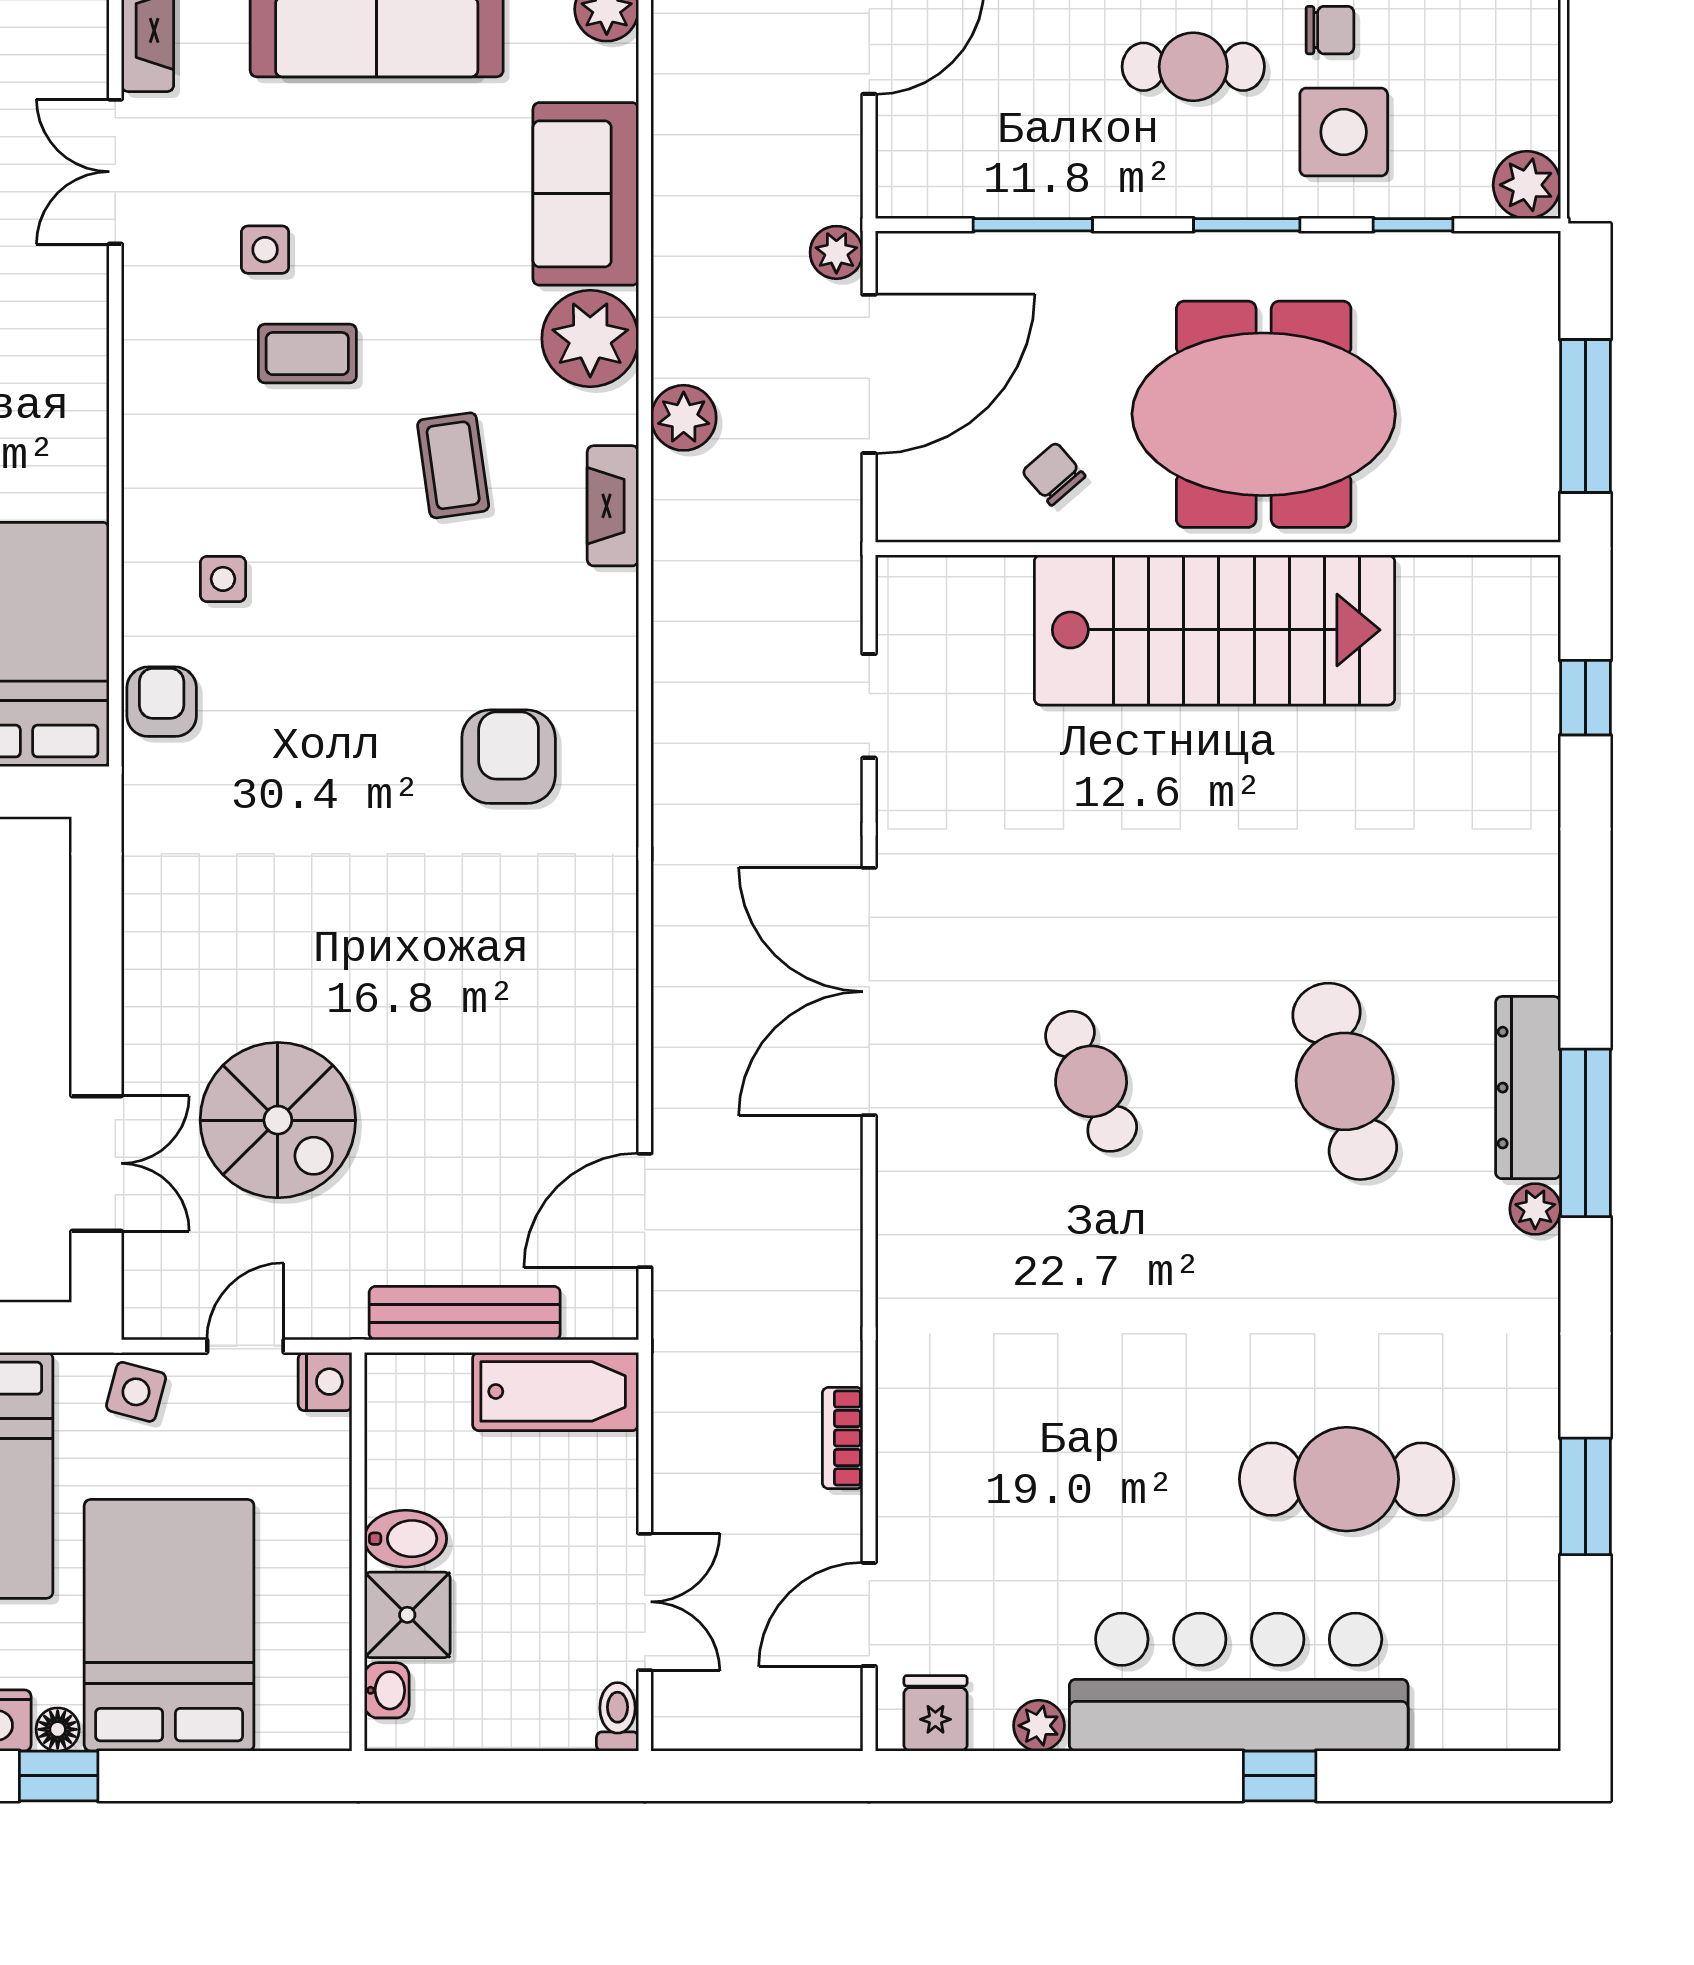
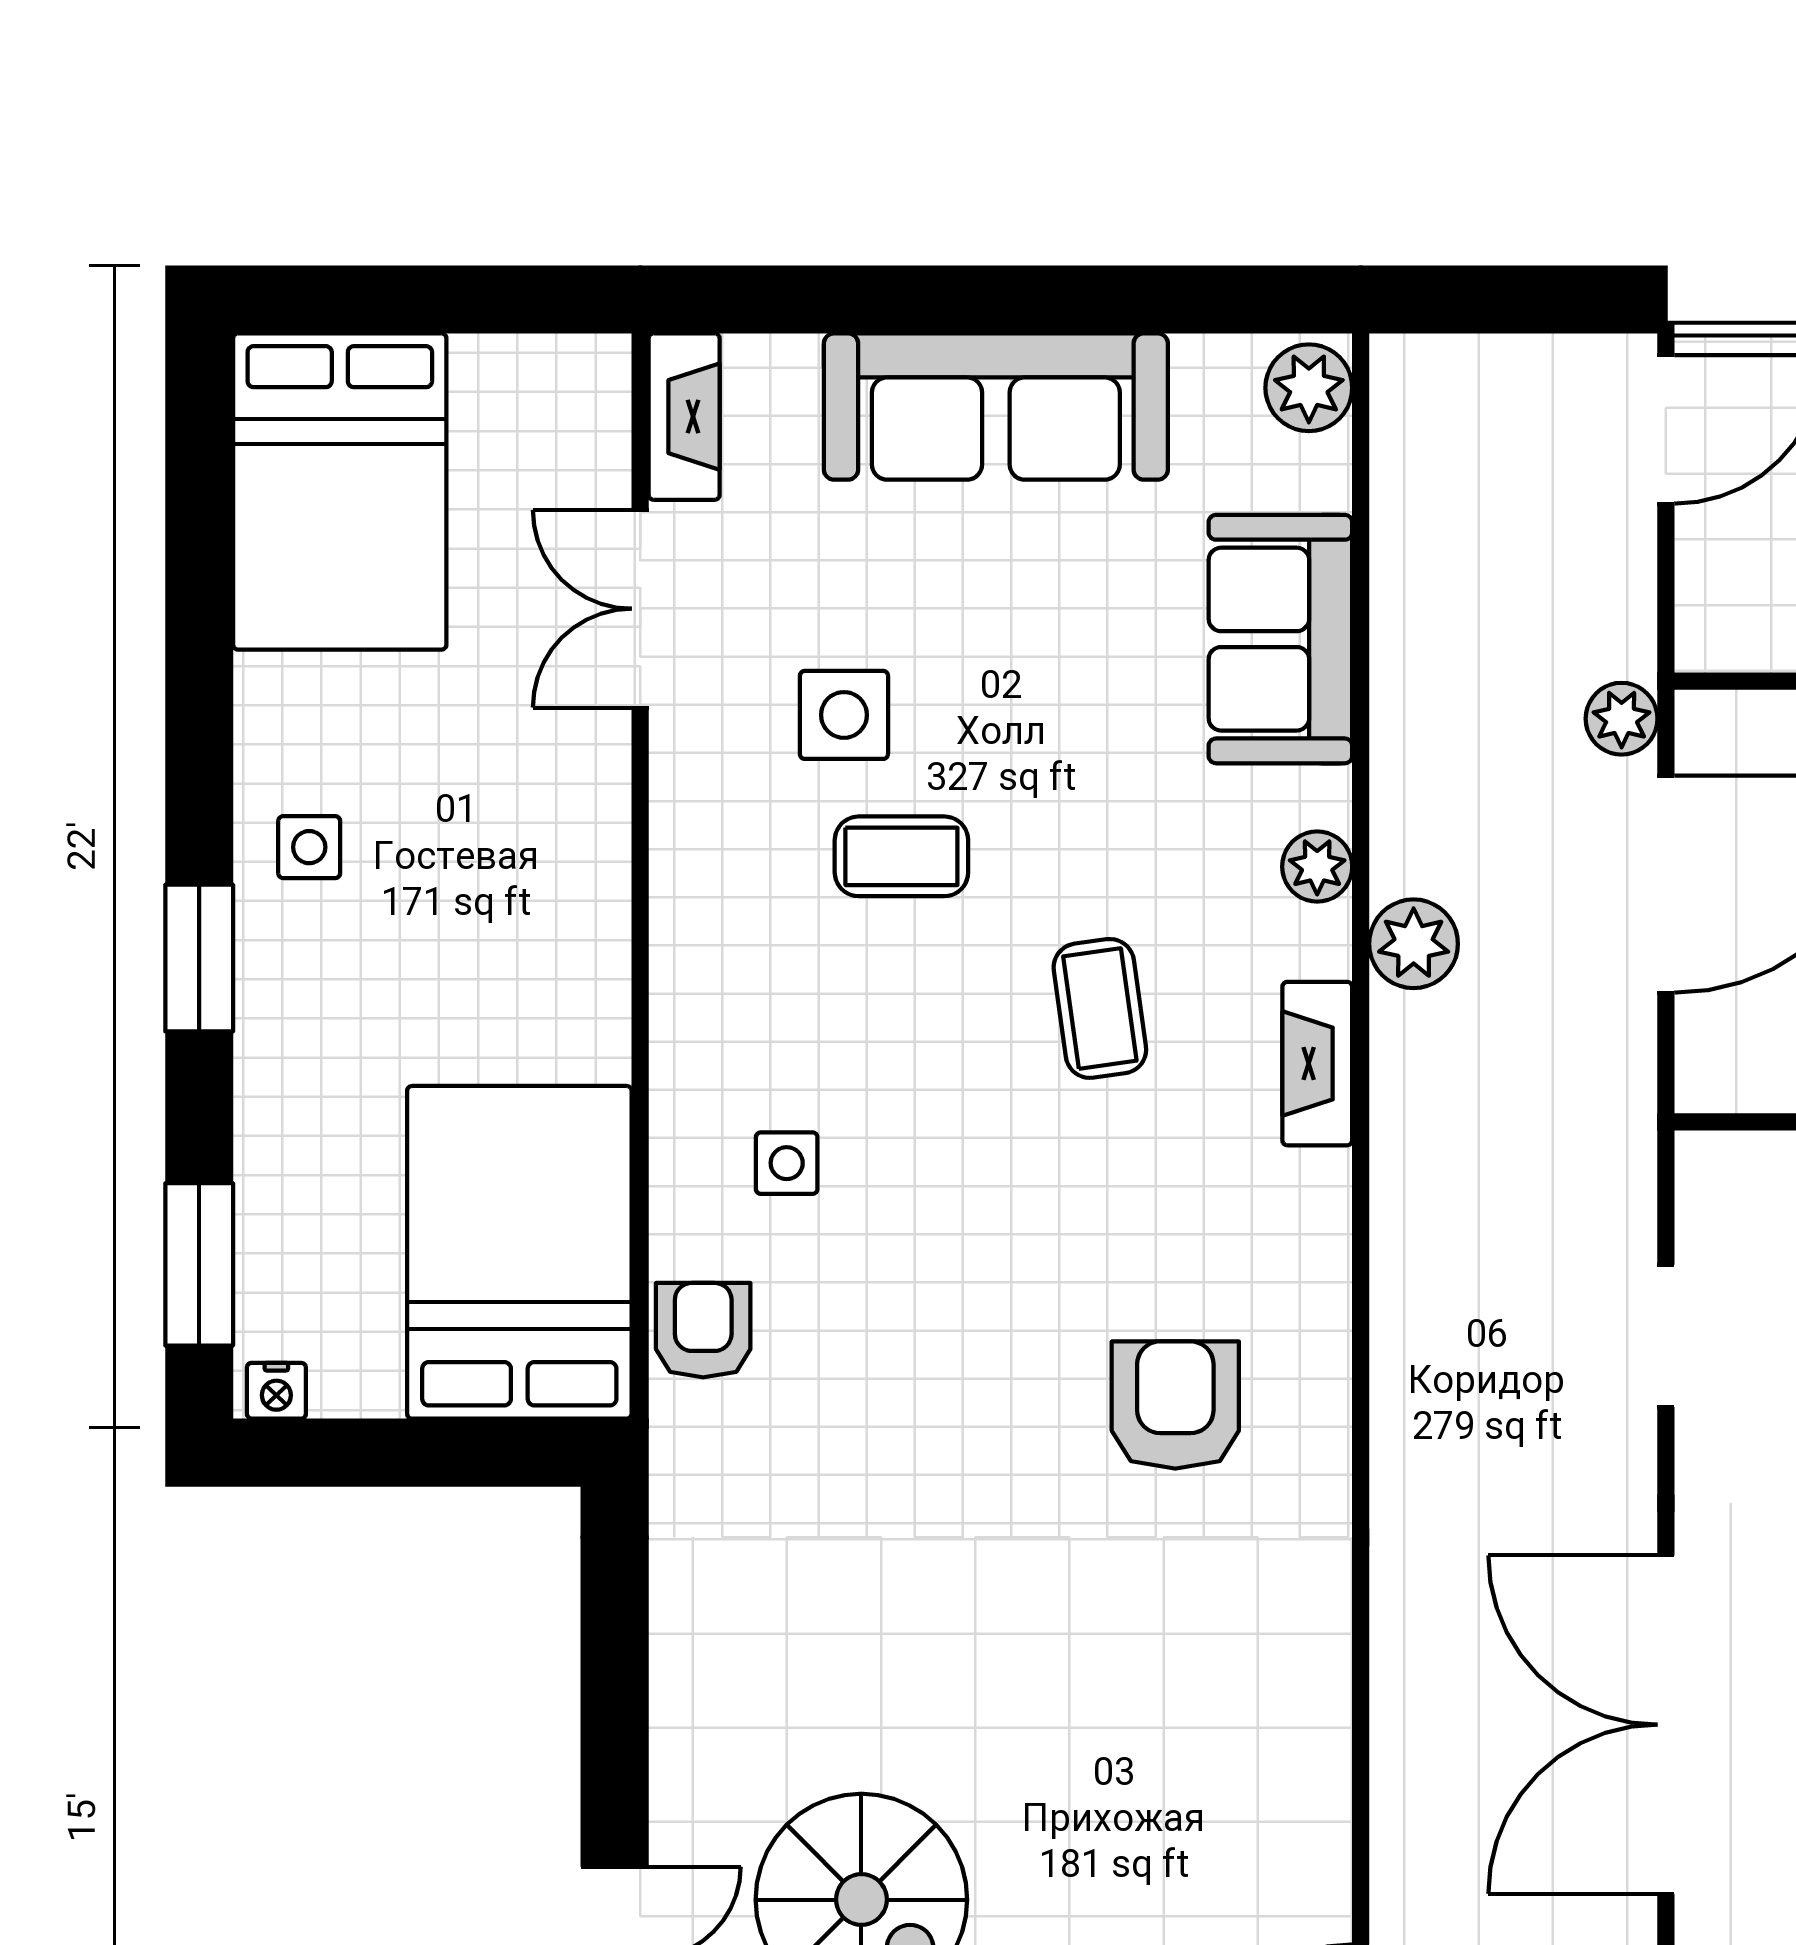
side table: (265, 250) -> (844, 715), width x1.37, depth x1.37
plant: (590, 338) -> (1317, 867), width x0.53, depth x0.53

